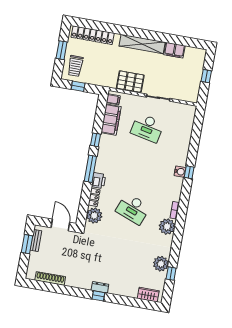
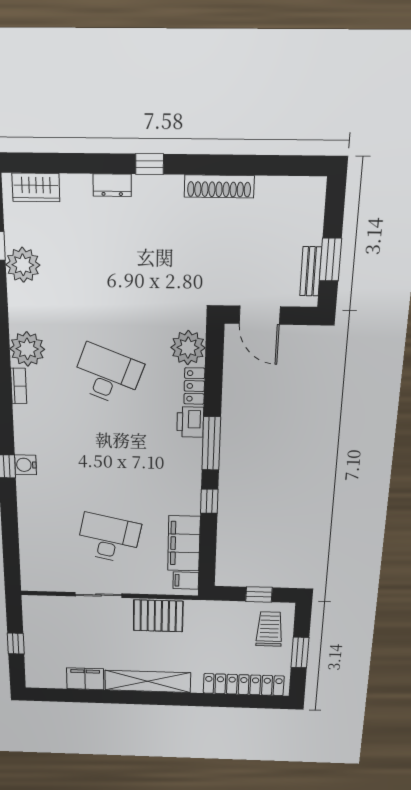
shoe rack: (50, 278) -> (219, 186), moved
dresser: (100, 287) -> (112, 185), moved

